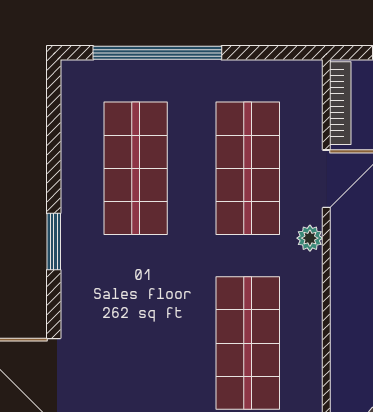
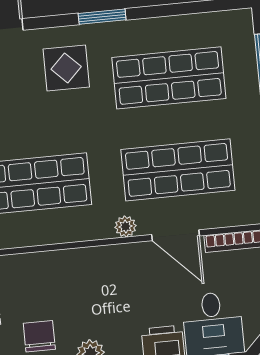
display table: (111, 291) -> (66, 68), added

